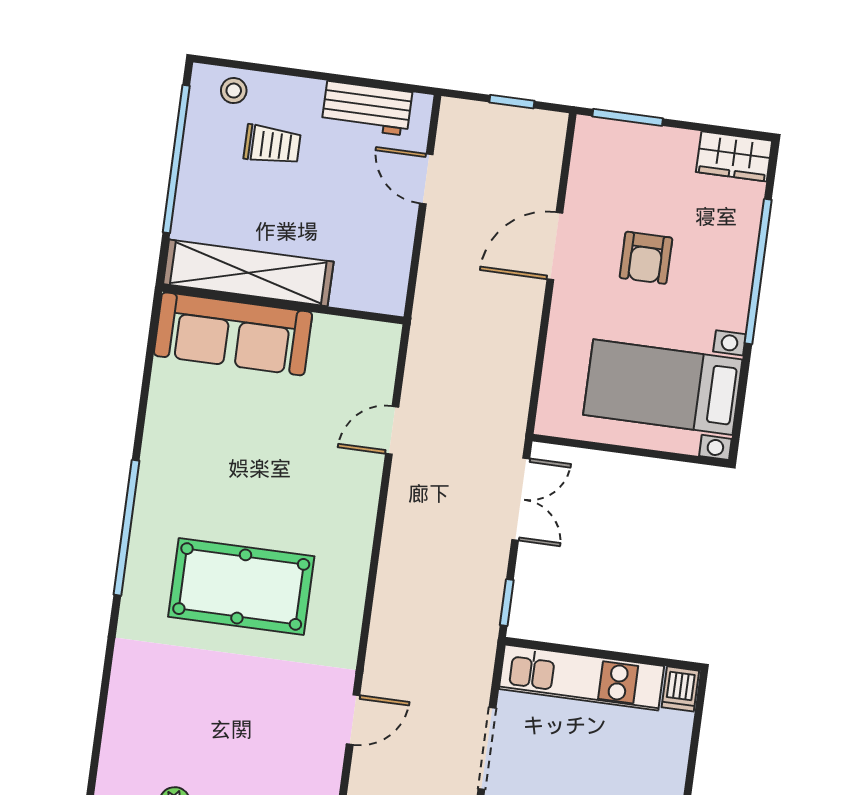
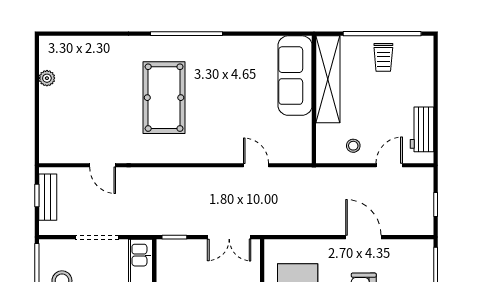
stool: (234, 91) -> (353, 146), moved
trolley: (272, 145) -> (383, 57), moved

